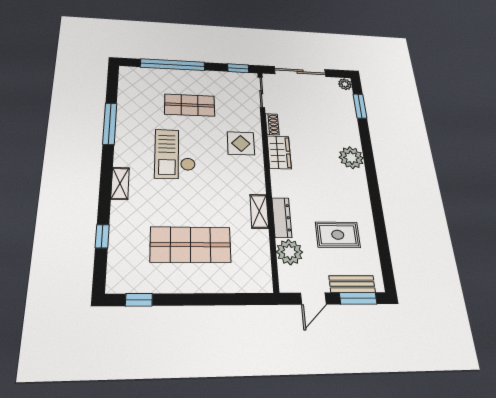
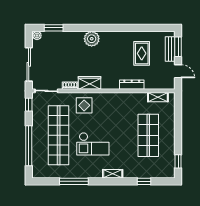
shop shelf: (190, 105) -> (59, 135), width x2.00, depth x1.36
shelving: (259, 211) -> (158, 97), moved
plant: (290, 252) -> (152, 82), removed

